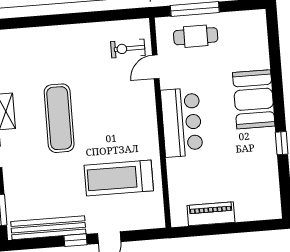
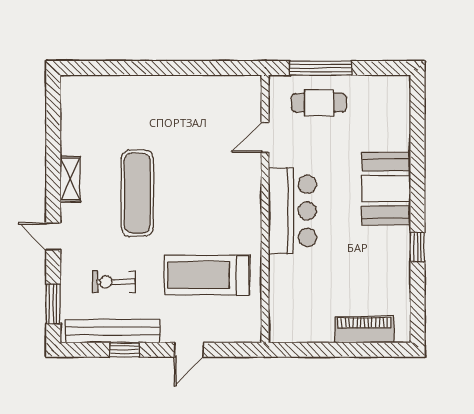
exercise bike: (128, 48) -> (114, 282), moved
piano: (211, 214) -> (364, 330), moved
window: (75, 240) -> (125, 350), moved

